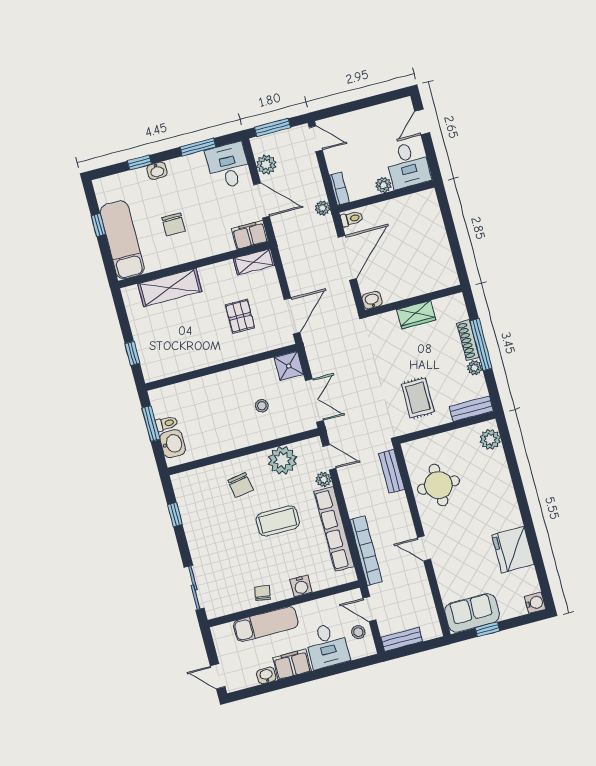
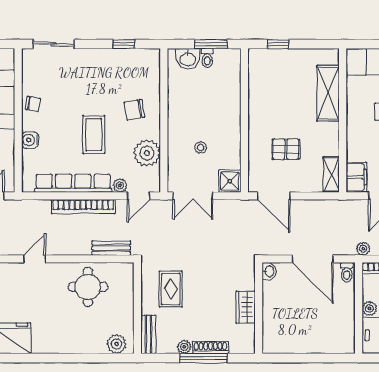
rug: (418, 398) -> (171, 289), turned 90
bookcase: (366, 551) -> (83, 207), moved

